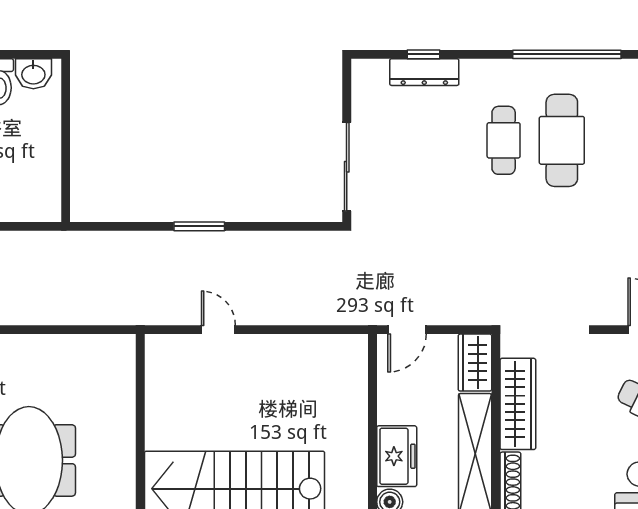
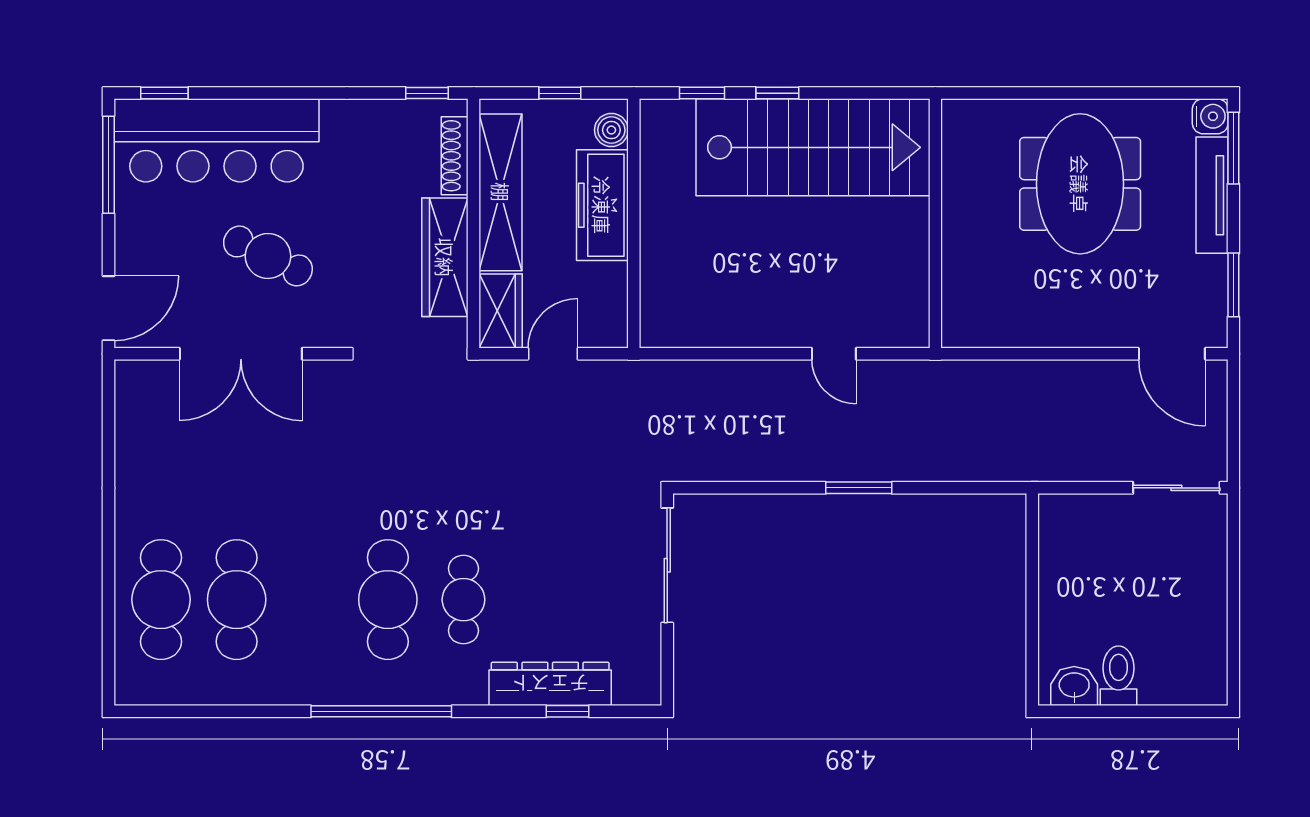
dresser: (424, 72) -> (550, 684), width x1.37, depth x1.24
door: (407, 330) -> (553, 354), moved
freezer: (397, 456) -> (602, 205), width x1.40

